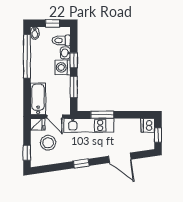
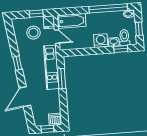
window: (74, 60) -> (121, 49), moved
window: (74, 87) -> (84, 52), removed
door: (55, 117) -> (57, 37), swing flipped
window: (27, 153) -> (36, 14), moved

